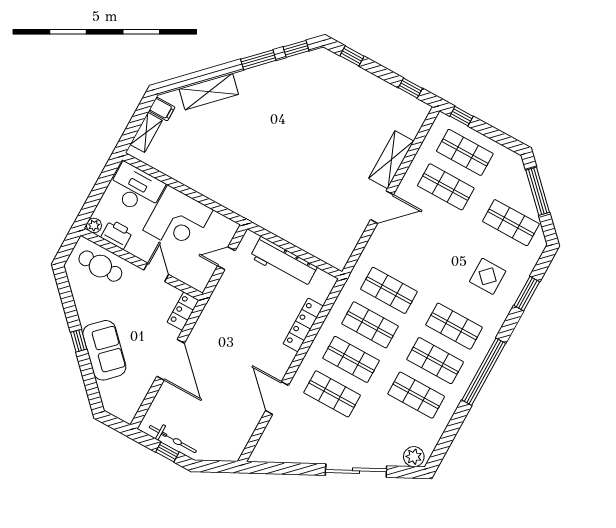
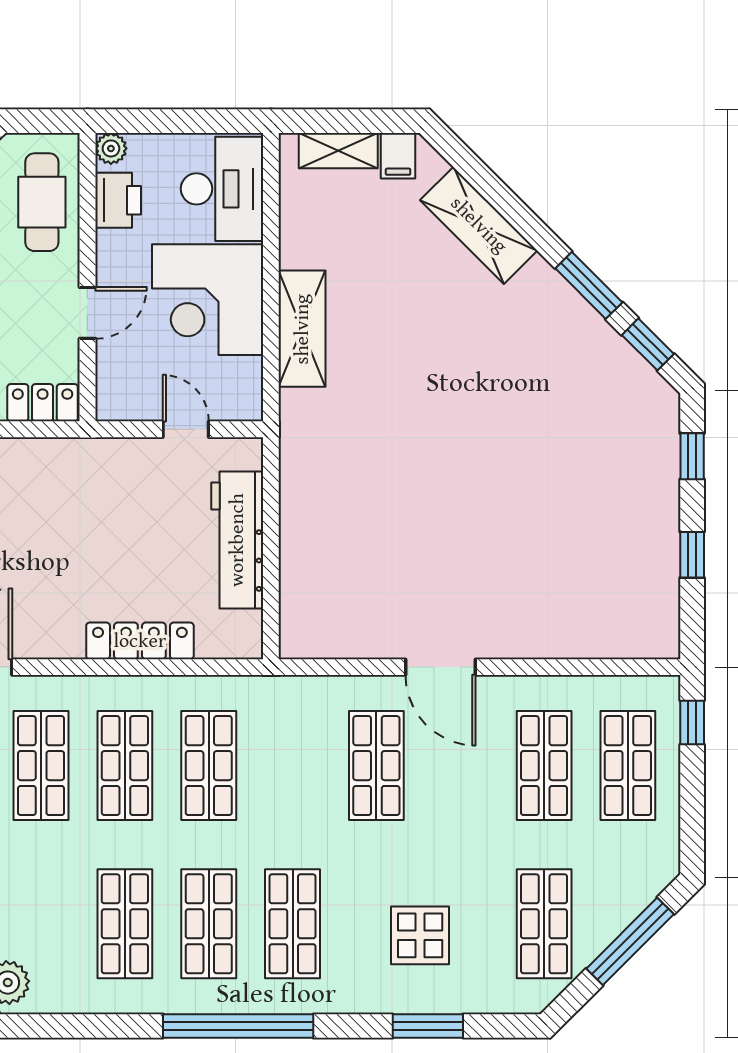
window: (410, 88) -> (692, 555), moved
shelving: (391, 160) -> (302, 329), moved, turned 90
shop shelf: (389, 290) -> (376, 766), moved

